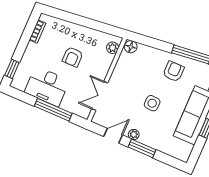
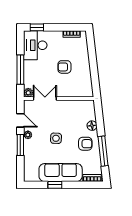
floor lamp: (131, 47) -> (92, 126), moved
plant: (113, 48) -> (28, 93), moved
desk: (47, 86) -> (35, 45), moved

